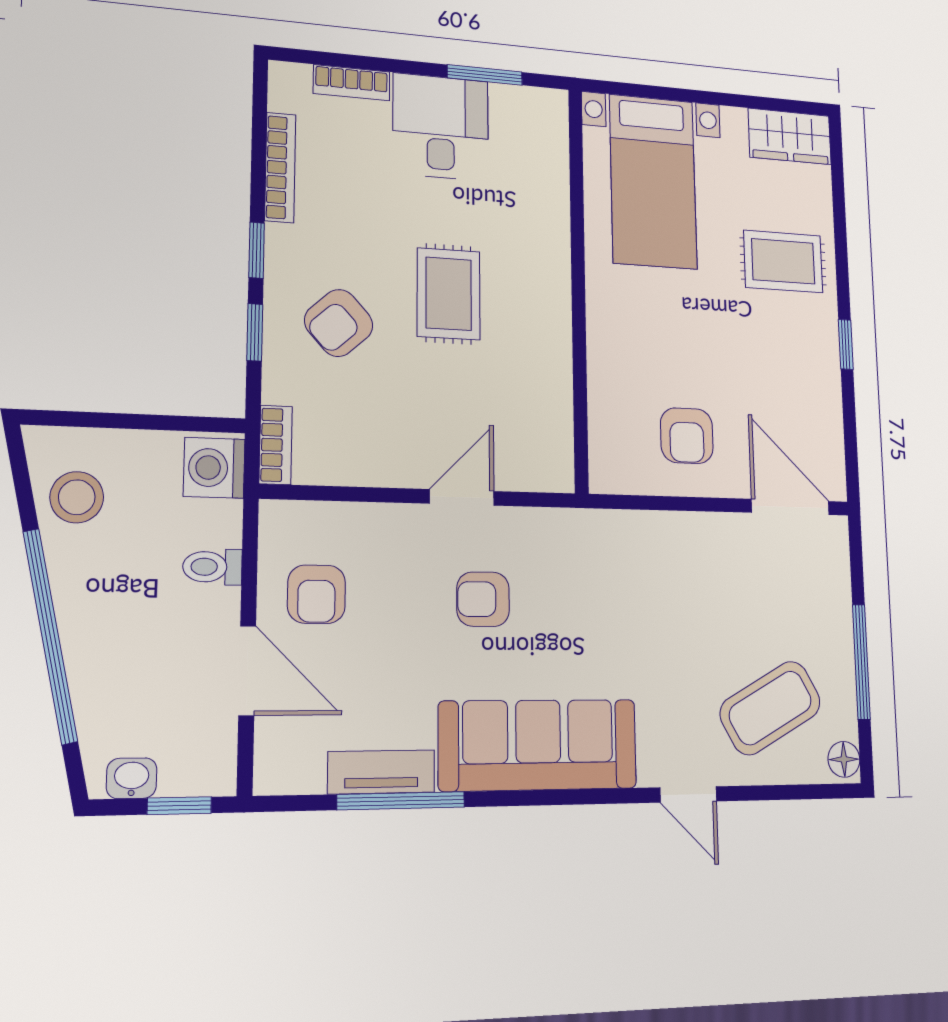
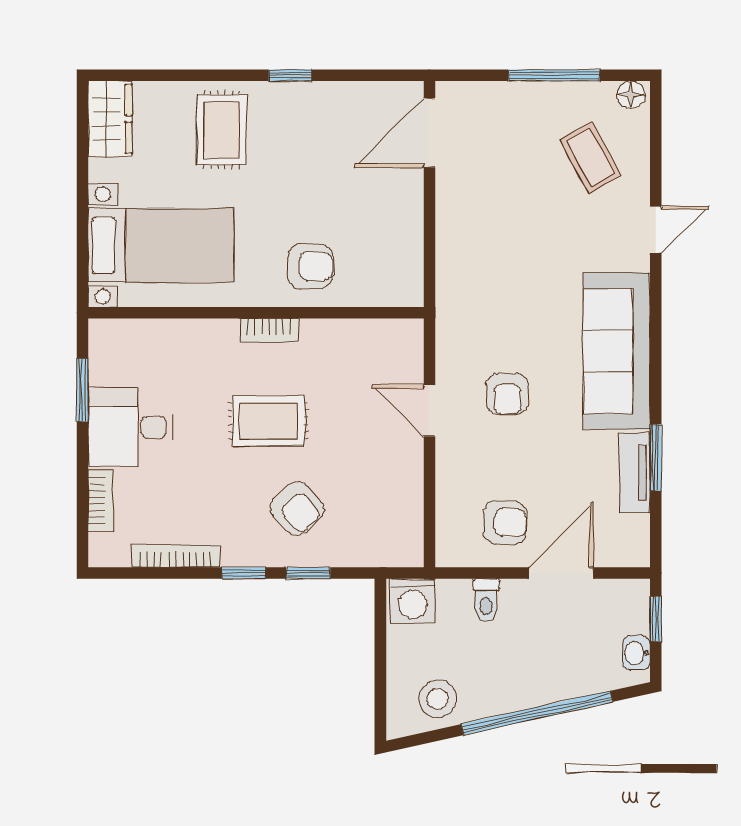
armchair: (687, 436) -> (310, 266), moved
bookcase: (276, 445) -> (269, 330), moved, turned 180
coffee table: (770, 708) -> (590, 157), width x0.73, depth x0.77
window: (401, 801) -> (656, 458), width x0.69

